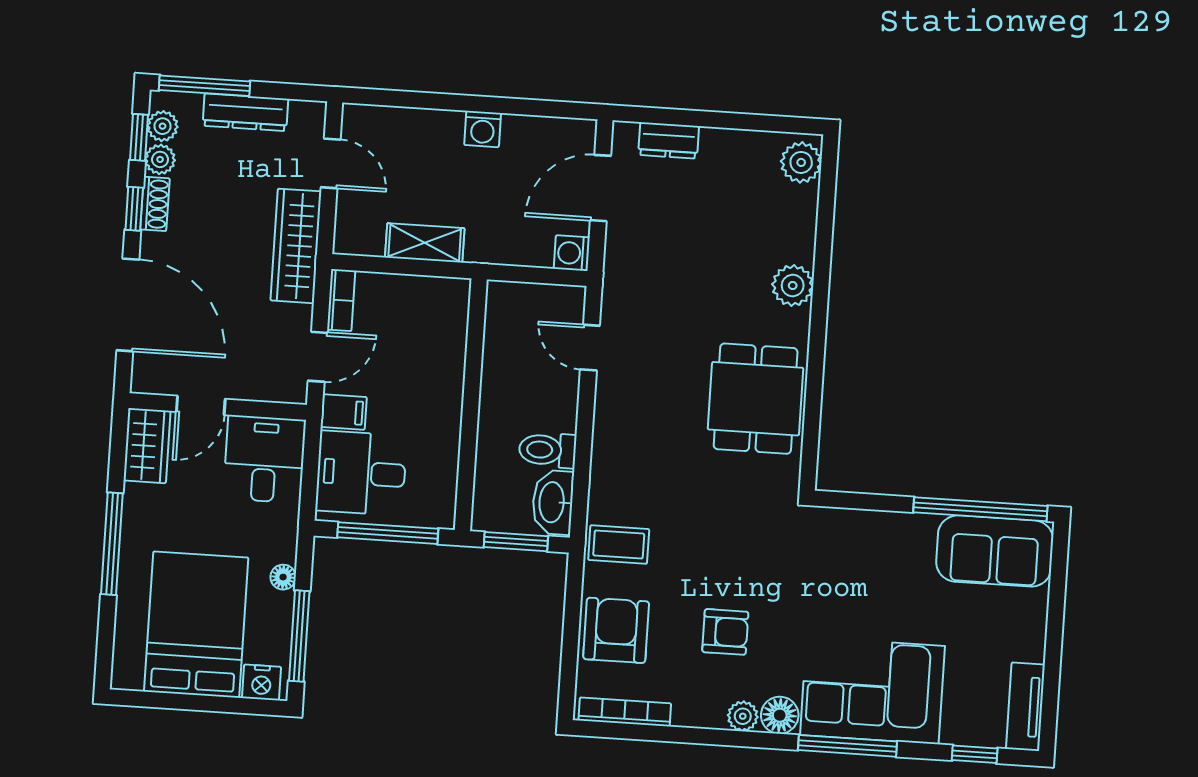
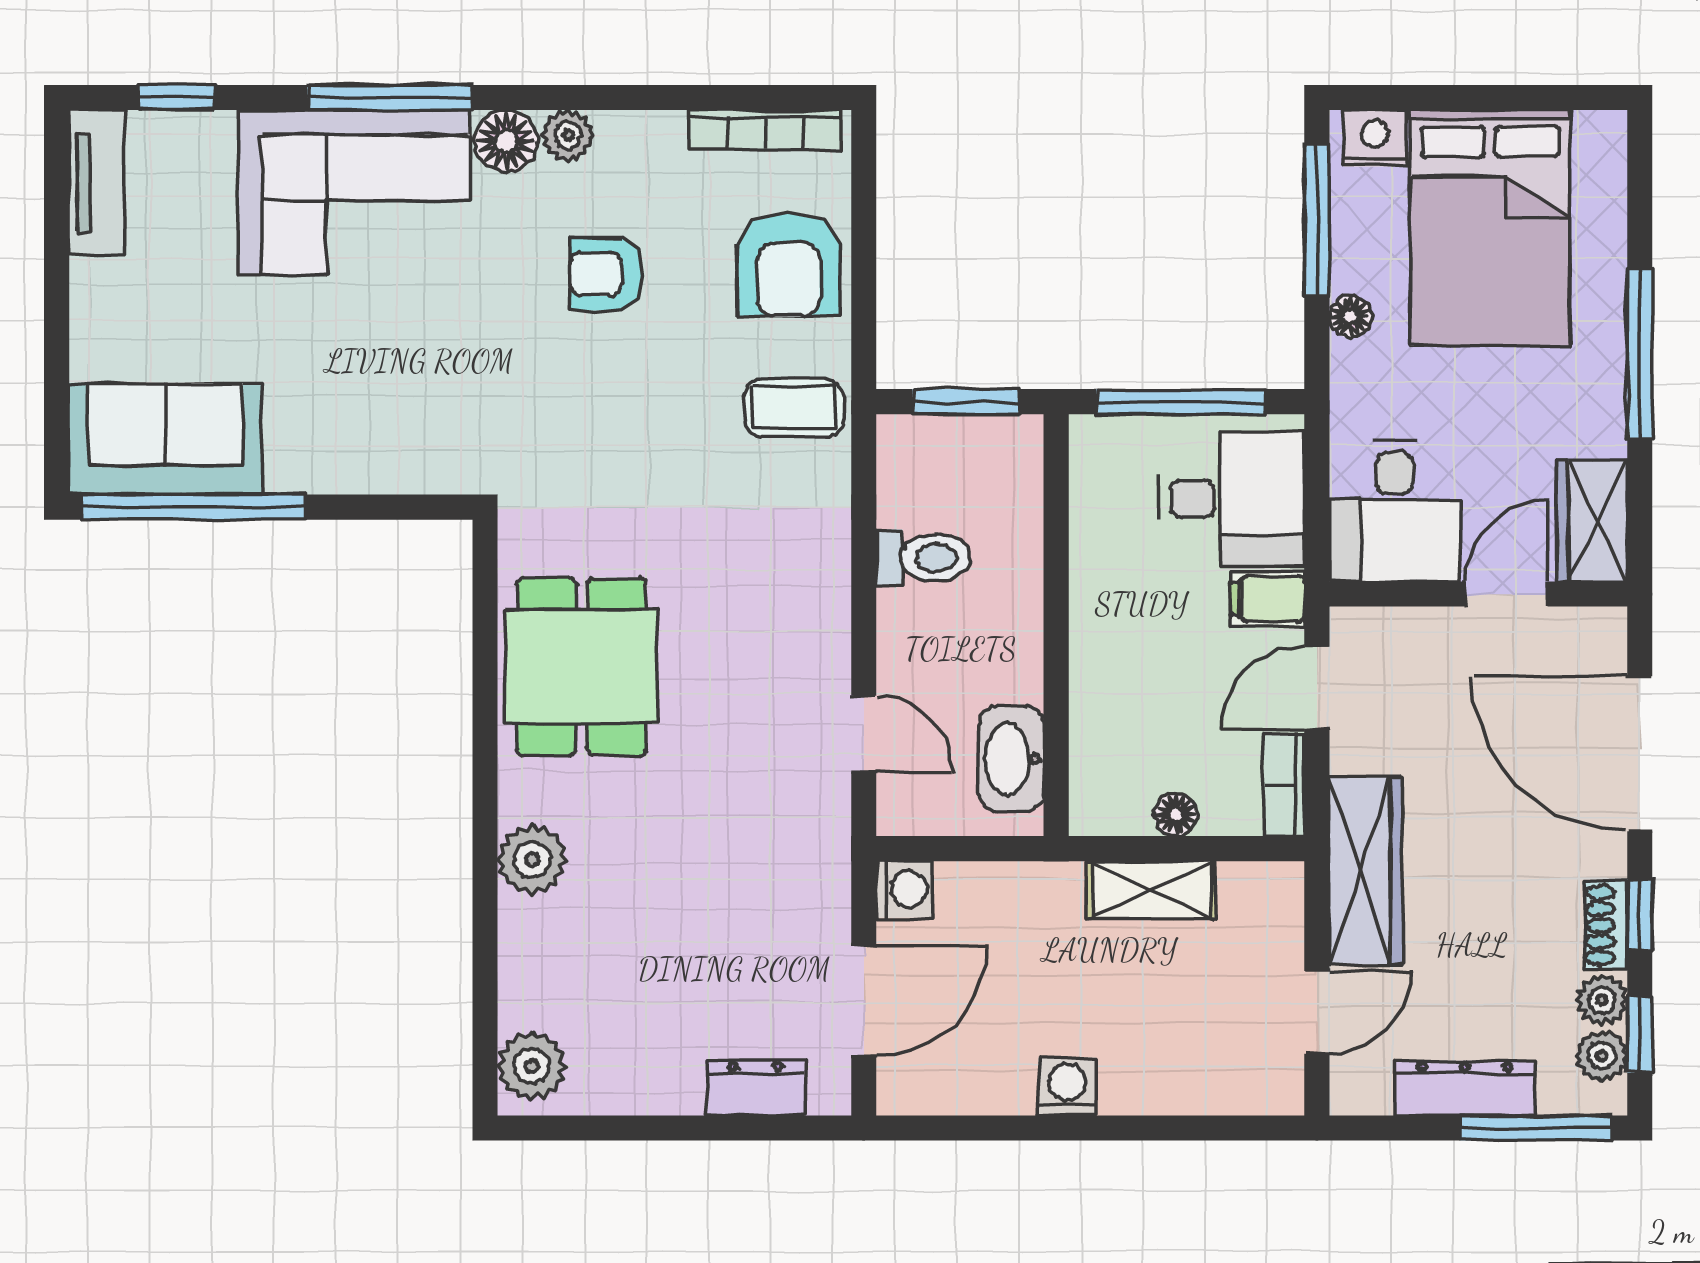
door: (331, 163) -> (1317, 1012), swing flipped
floor lamp: (407, 287) -> (1176, 814), added
washbasin: (553, 502) -> (1011, 759), moved, turned 180

